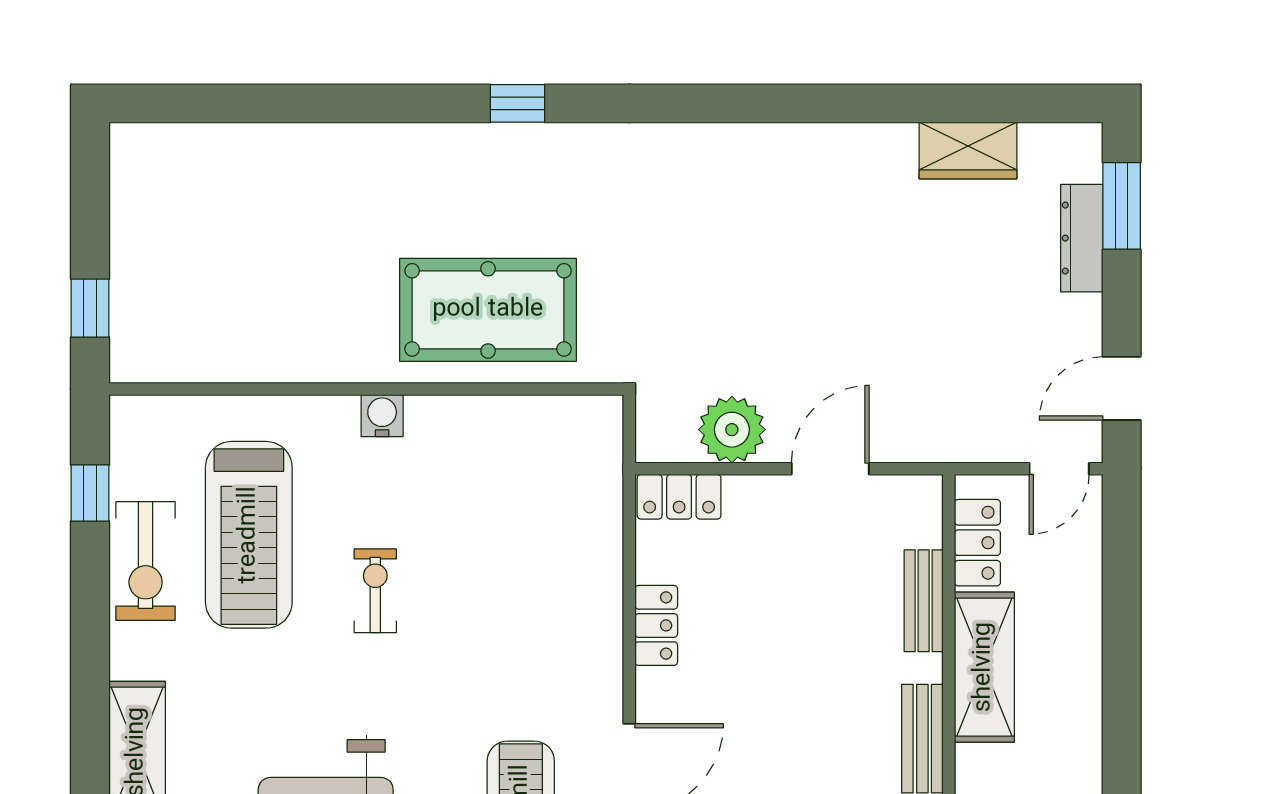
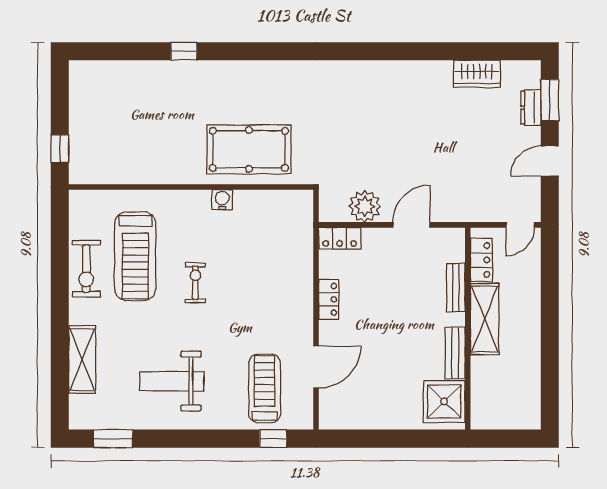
window: (517, 103) -> (184, 51), moved
dresser: (1082, 238) -> (531, 108), width x0.70
door: (1122, 388) -> (550, 161), moved
water cooler: (382, 416) -> (222, 200), moved
window: (90, 493) -> (60, 236), removed

